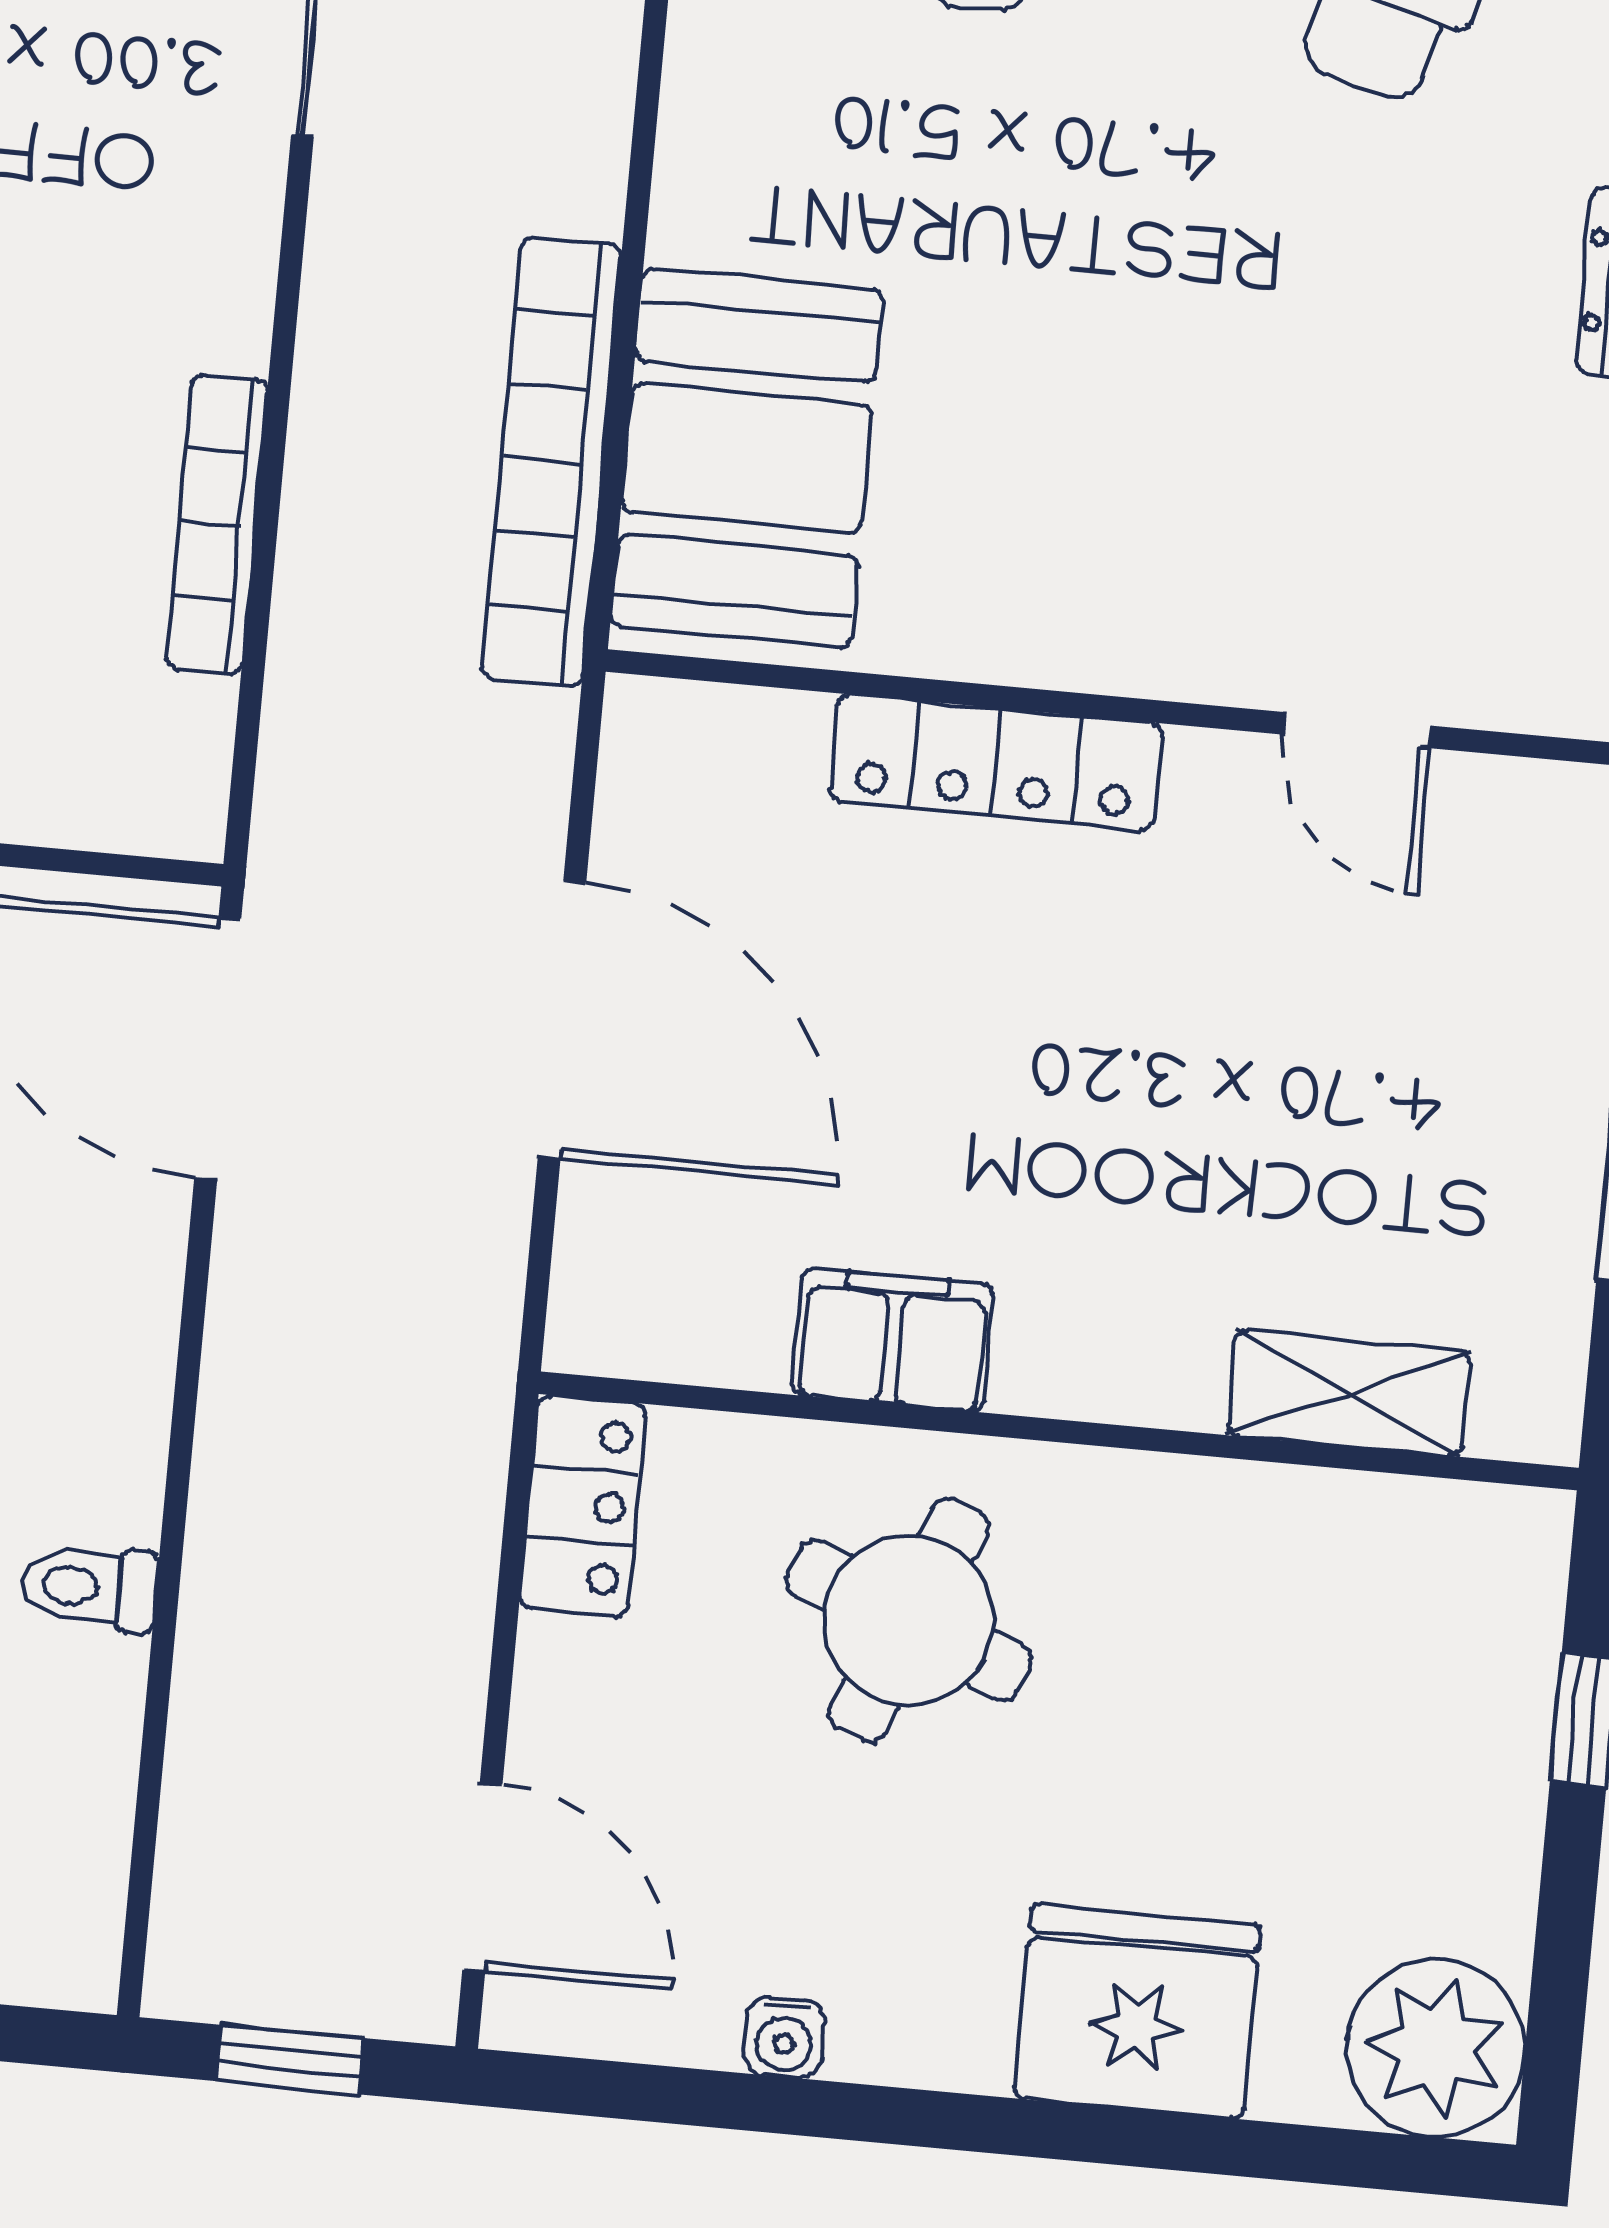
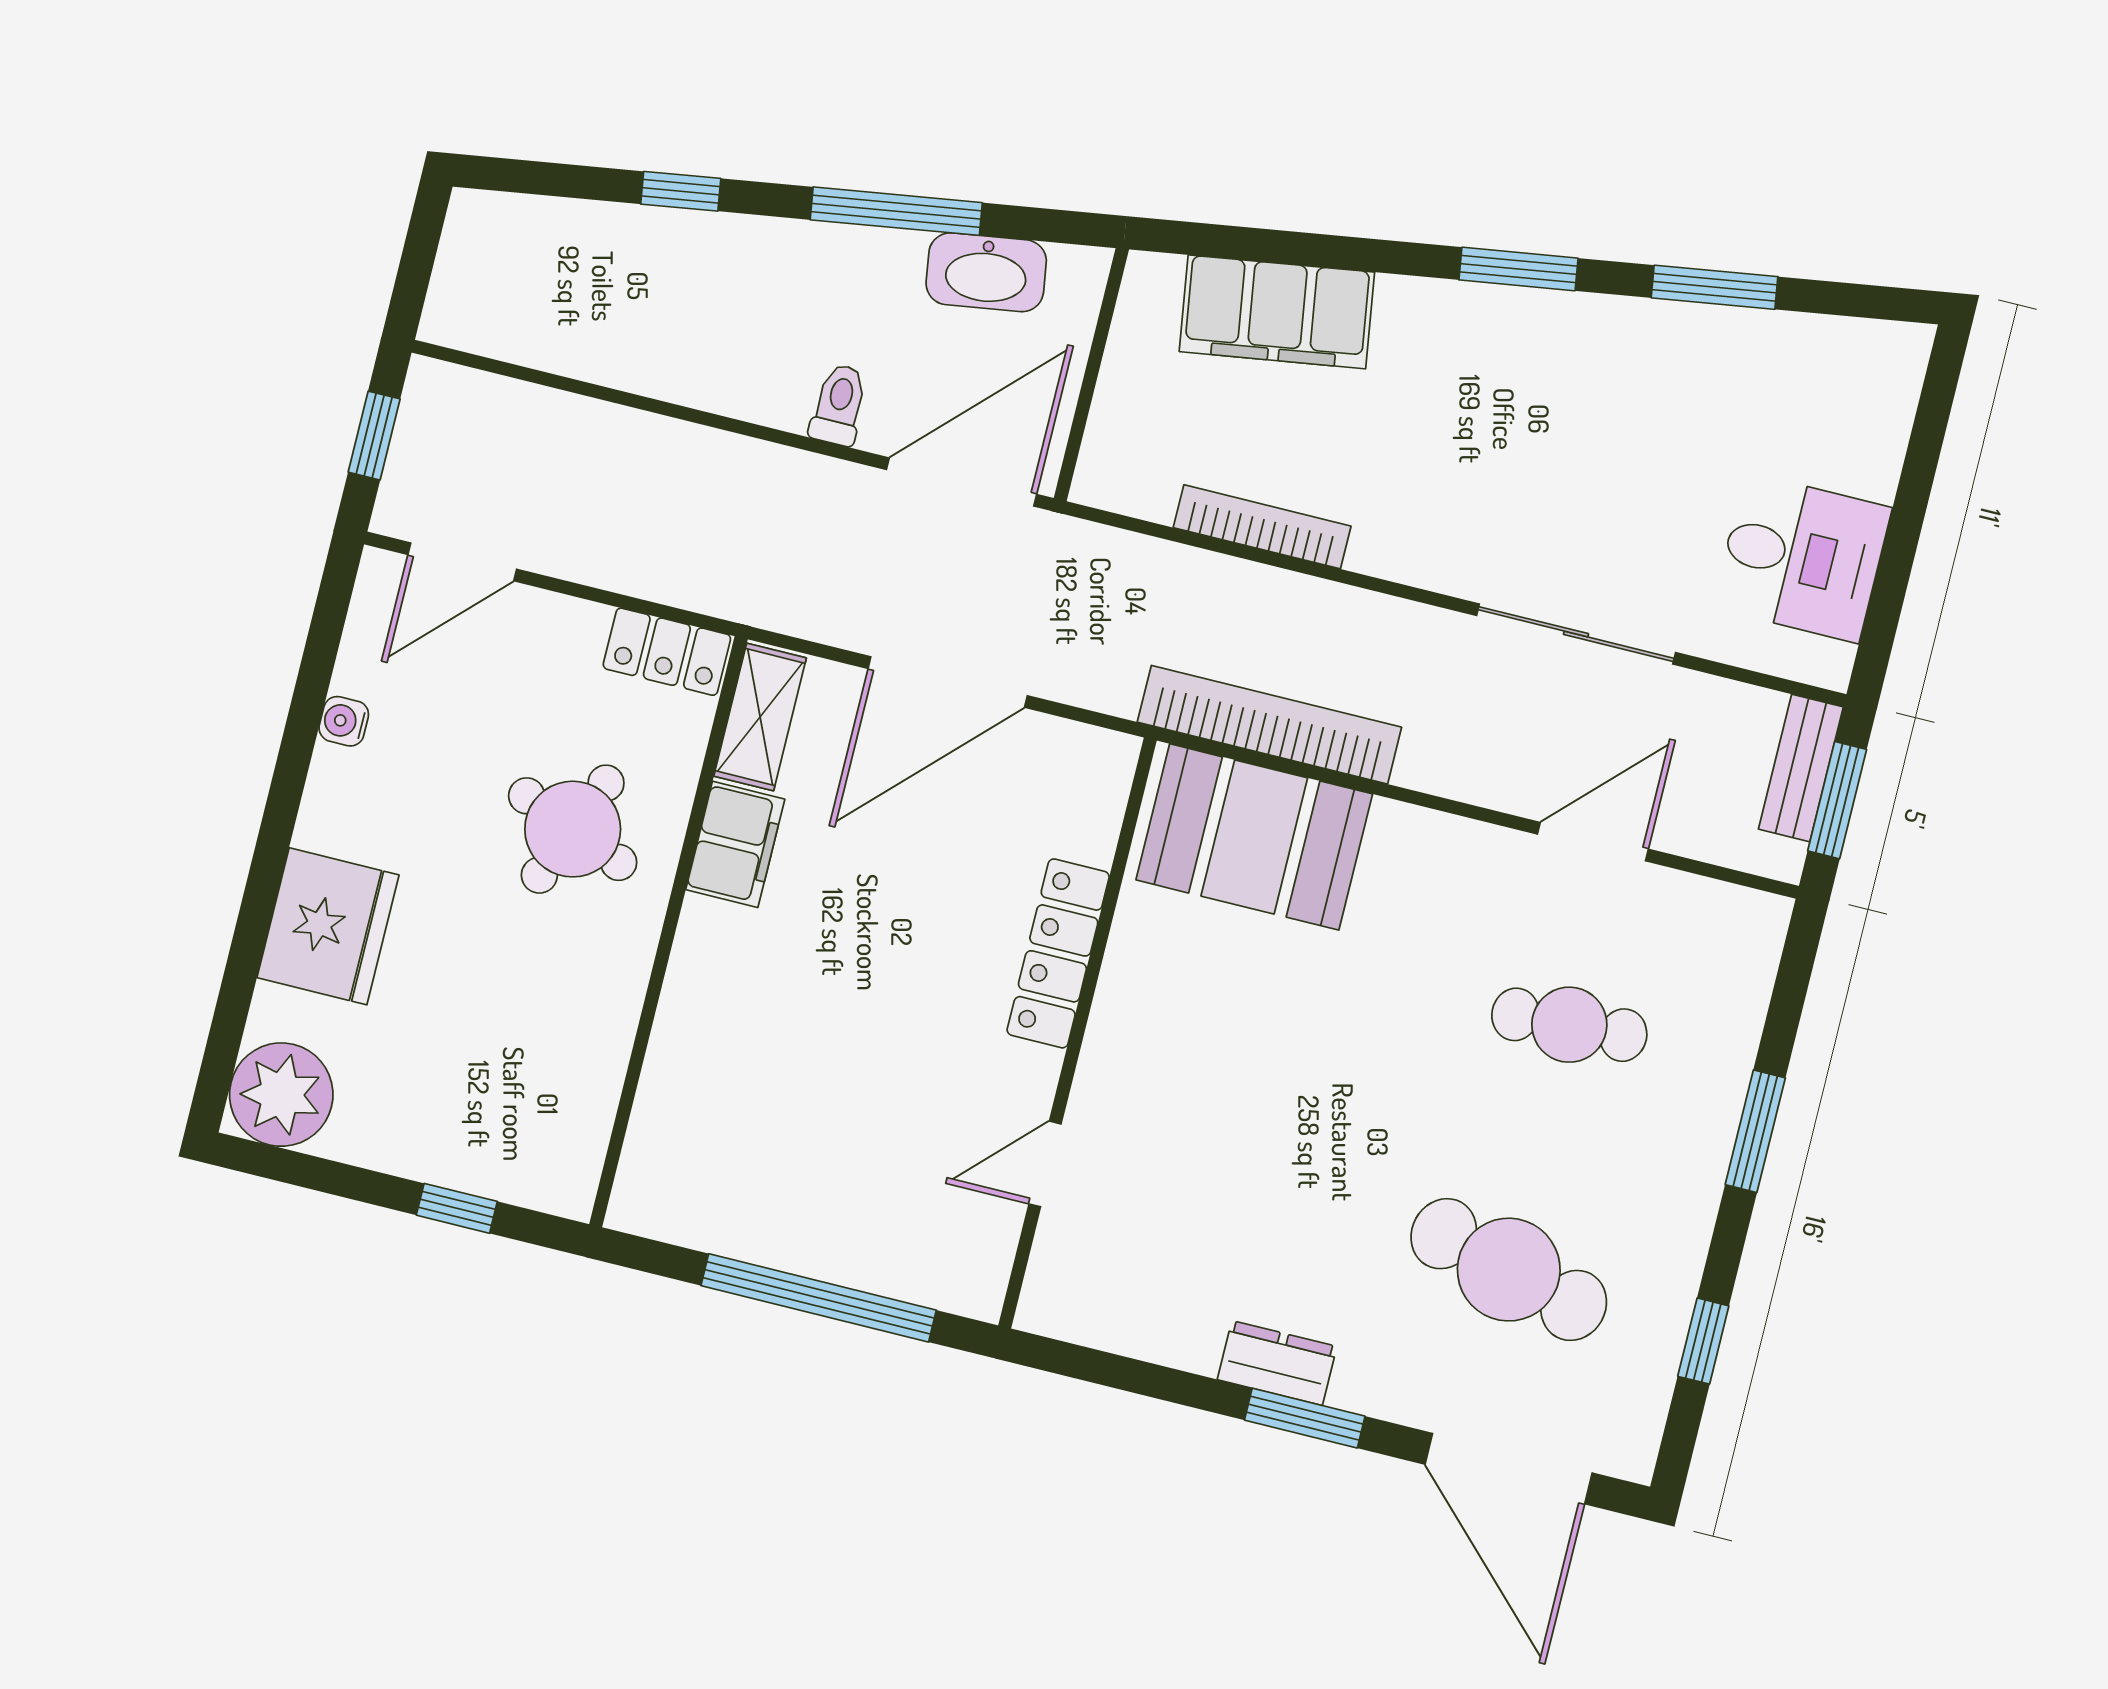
shelving: (1349, 1393) -> (760, 717), moved
toilet: (89, 1587) -> (839, 405), moved

